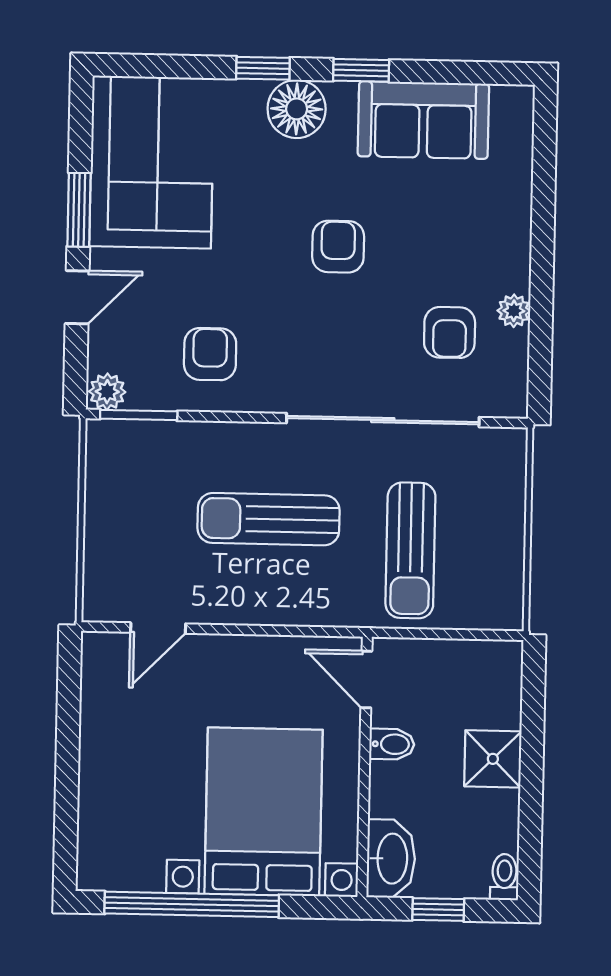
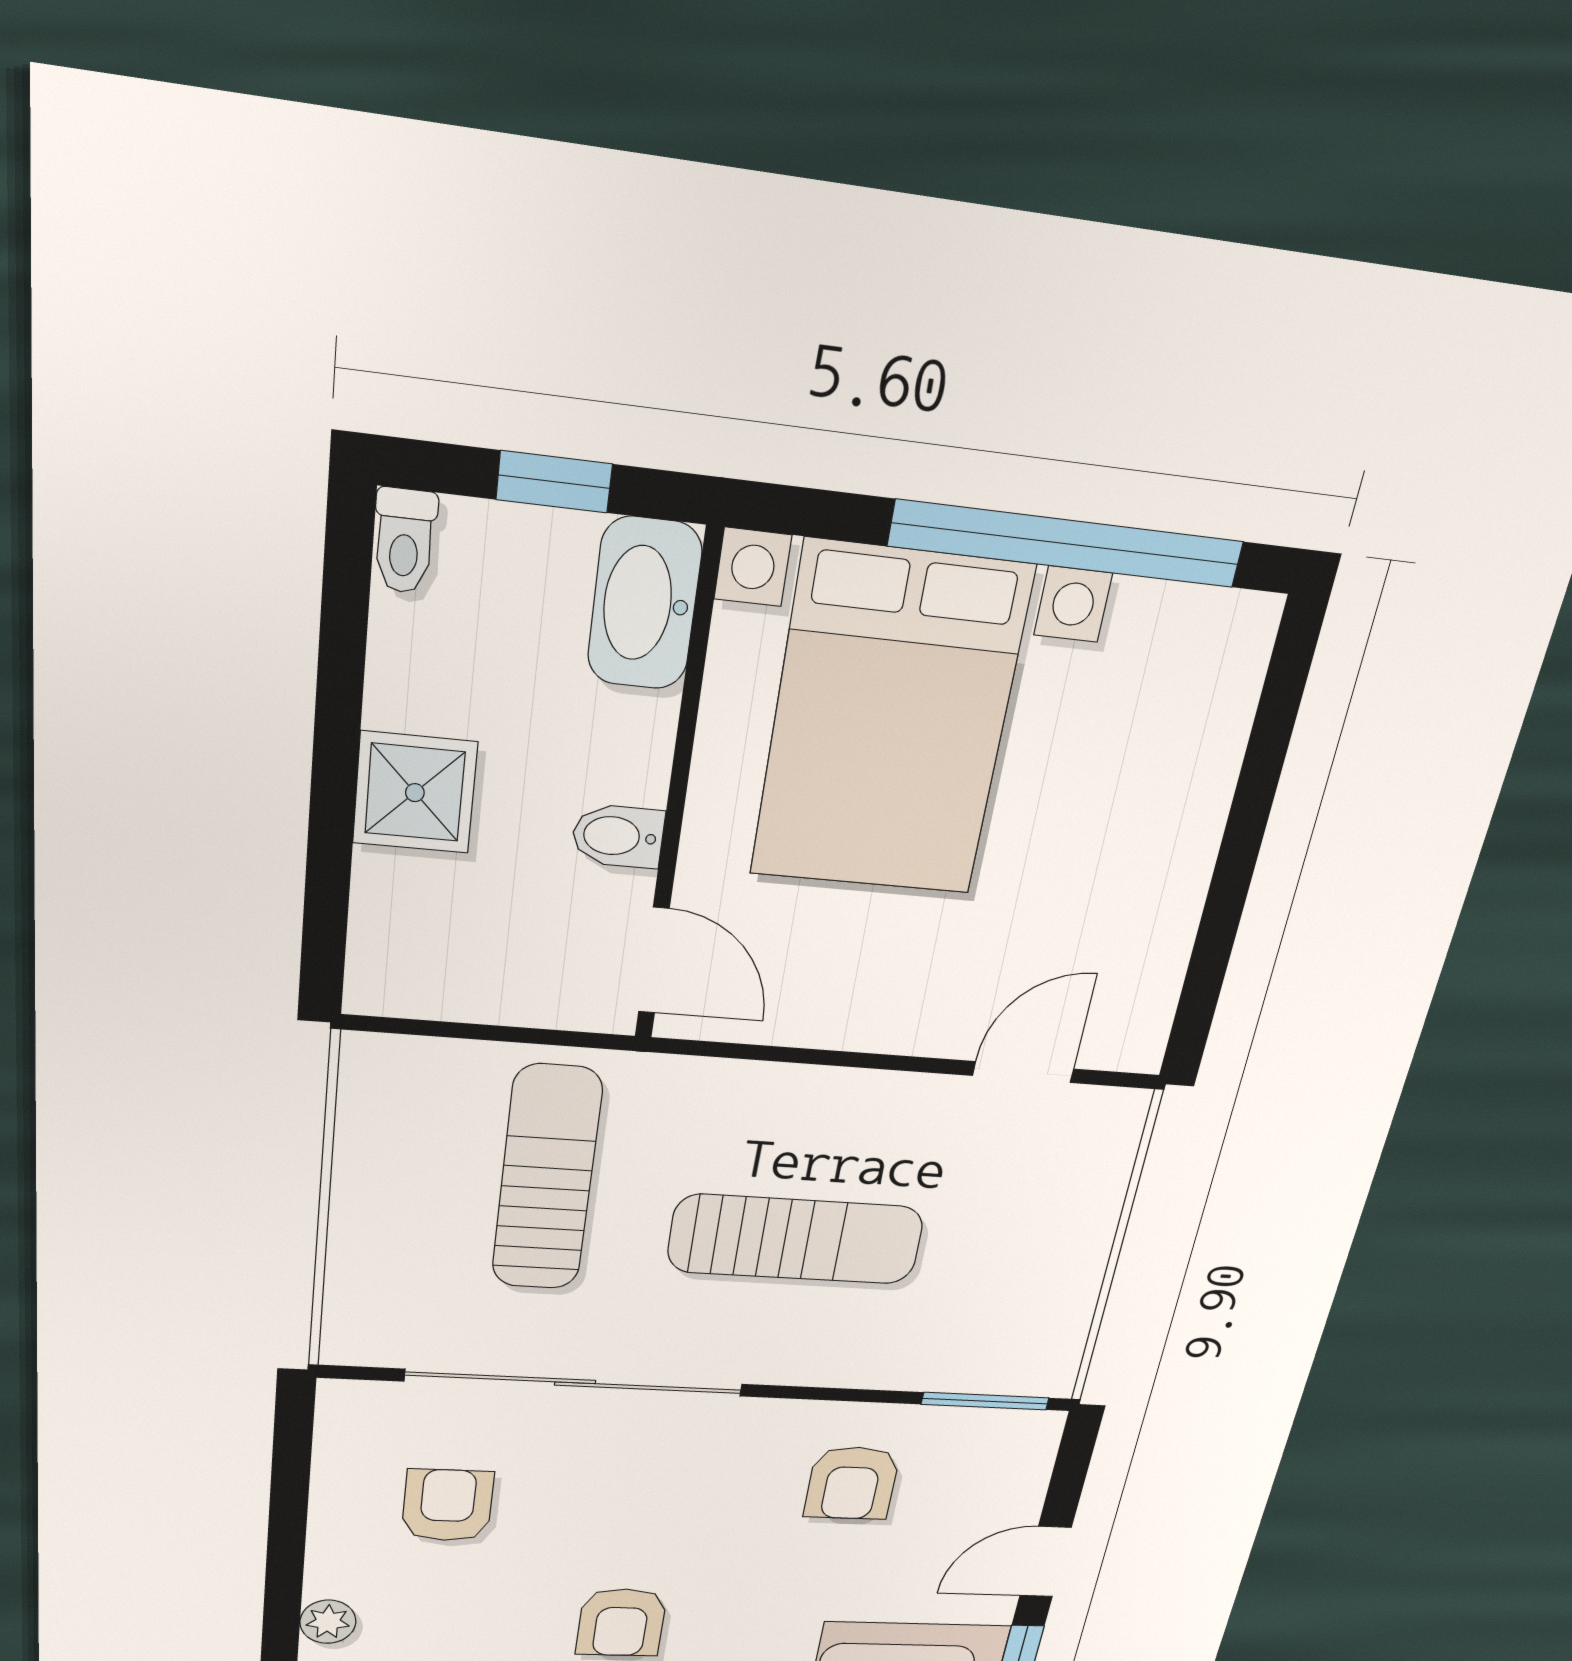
plant: (514, 311) -> (328, 1622), moved
plant: (107, 392) -> (1028, 1435), removed

